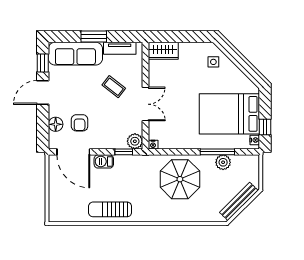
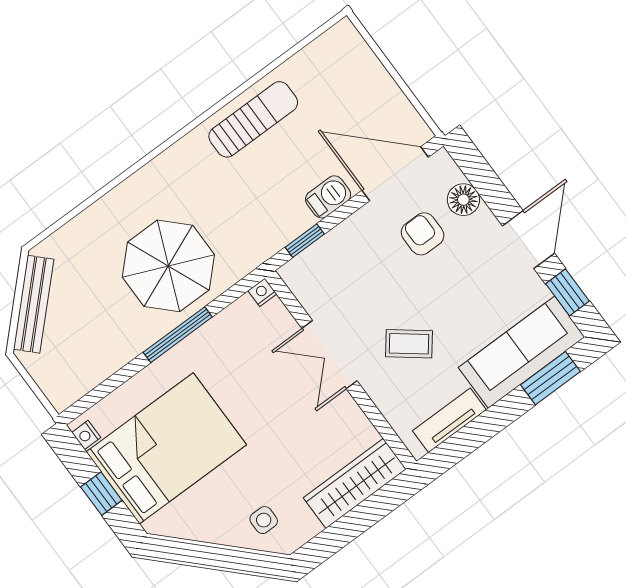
window: (94, 37) -> (551, 378), moved
wardrobe: (163, 51) -> (355, 483), width x1.50
window: (265, 127) -> (101, 494), moved
plant: (135, 141) -> (299, 274), removed
window: (217, 152) -> (178, 335), moved
plant: (223, 162) -> (113, 353), removed

